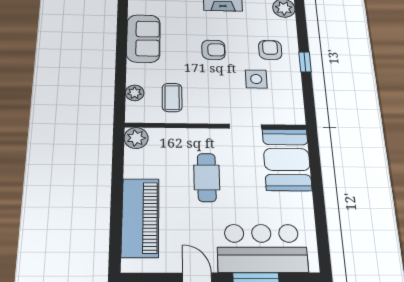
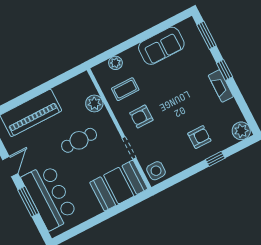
armchair: (213, 50) -> (141, 116), moved, turned 90
window: (305, 62) -> (215, 159), moved
side table: (256, 79) -> (156, 171), moved
plant: (136, 138) -> (94, 103), moved

